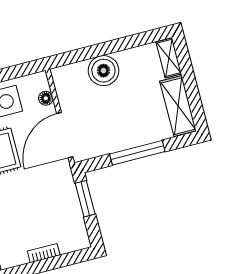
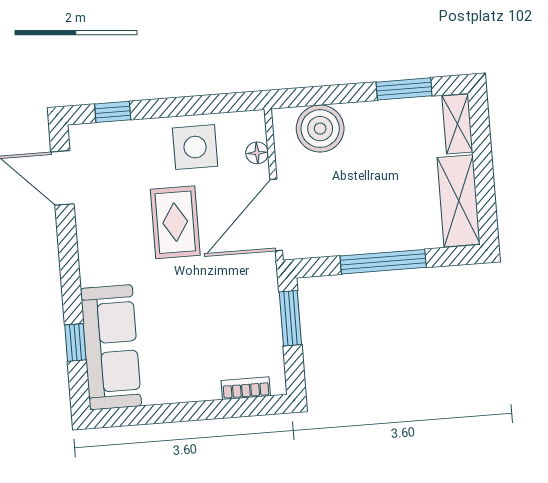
window: (131, 42) -> (404, 89), added
boiler: (103, 71) -> (320, 129), moved
bookcase: (44, 253) -> (246, 388), moved

